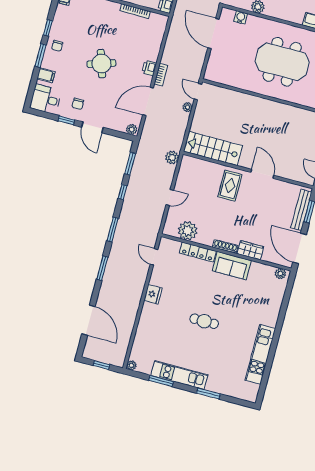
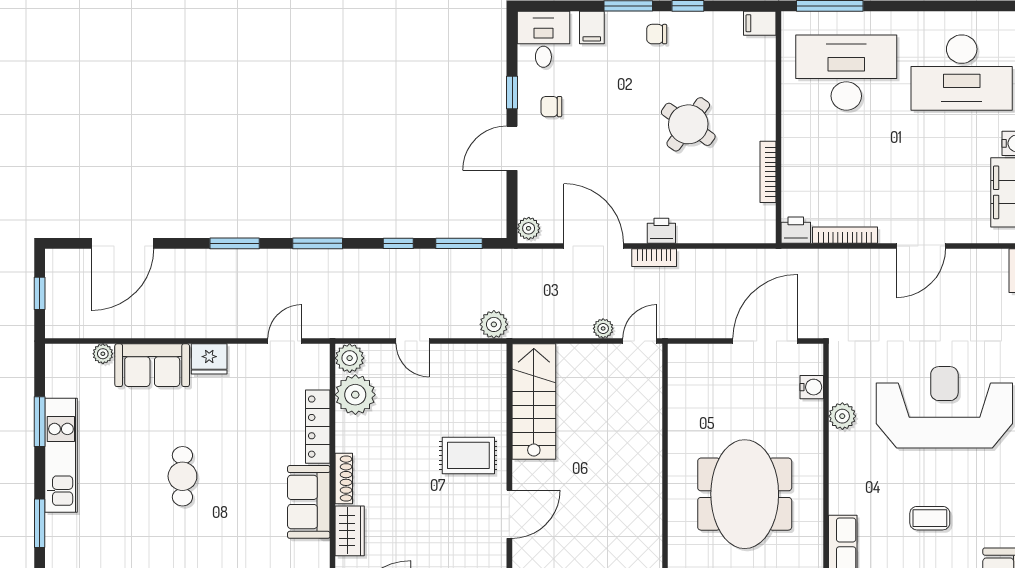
round table: (101, 64) -> (688, 124), moved, turned -37
plant: (170, 229) -> (350, 358), added
sofa: (149, 322) -> (152, 365), added
plant: (131, 365) -> (103, 354), moved

